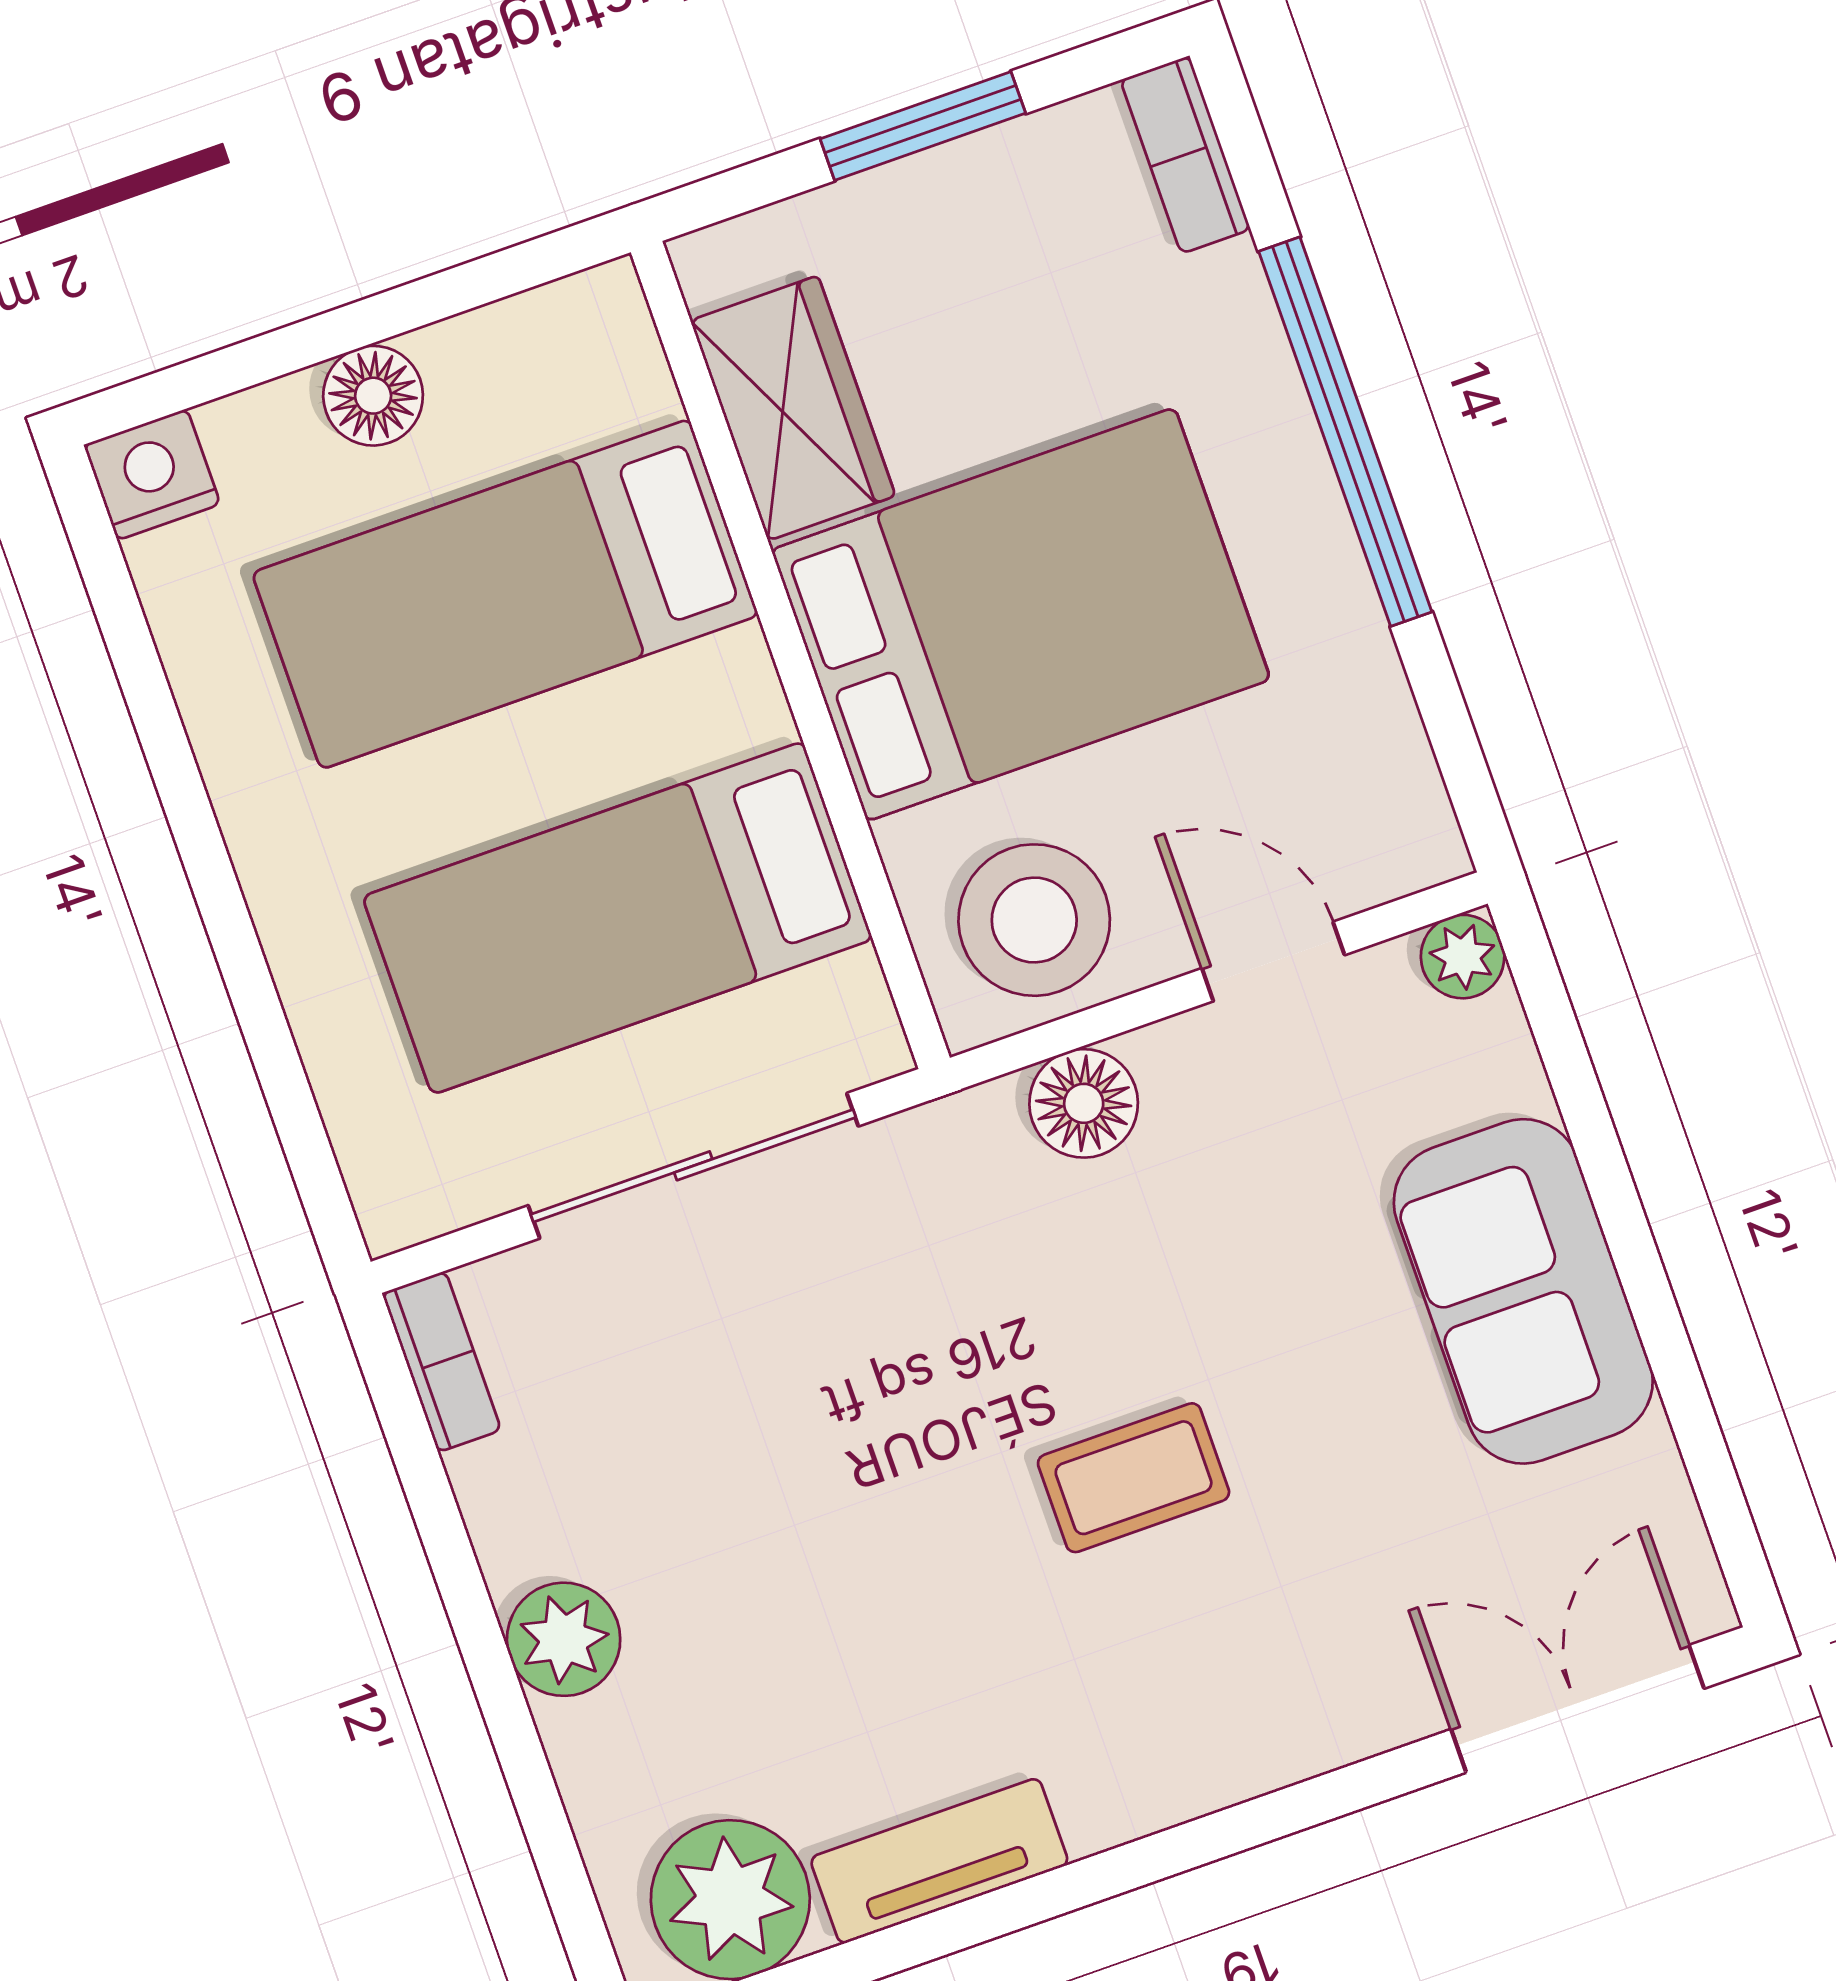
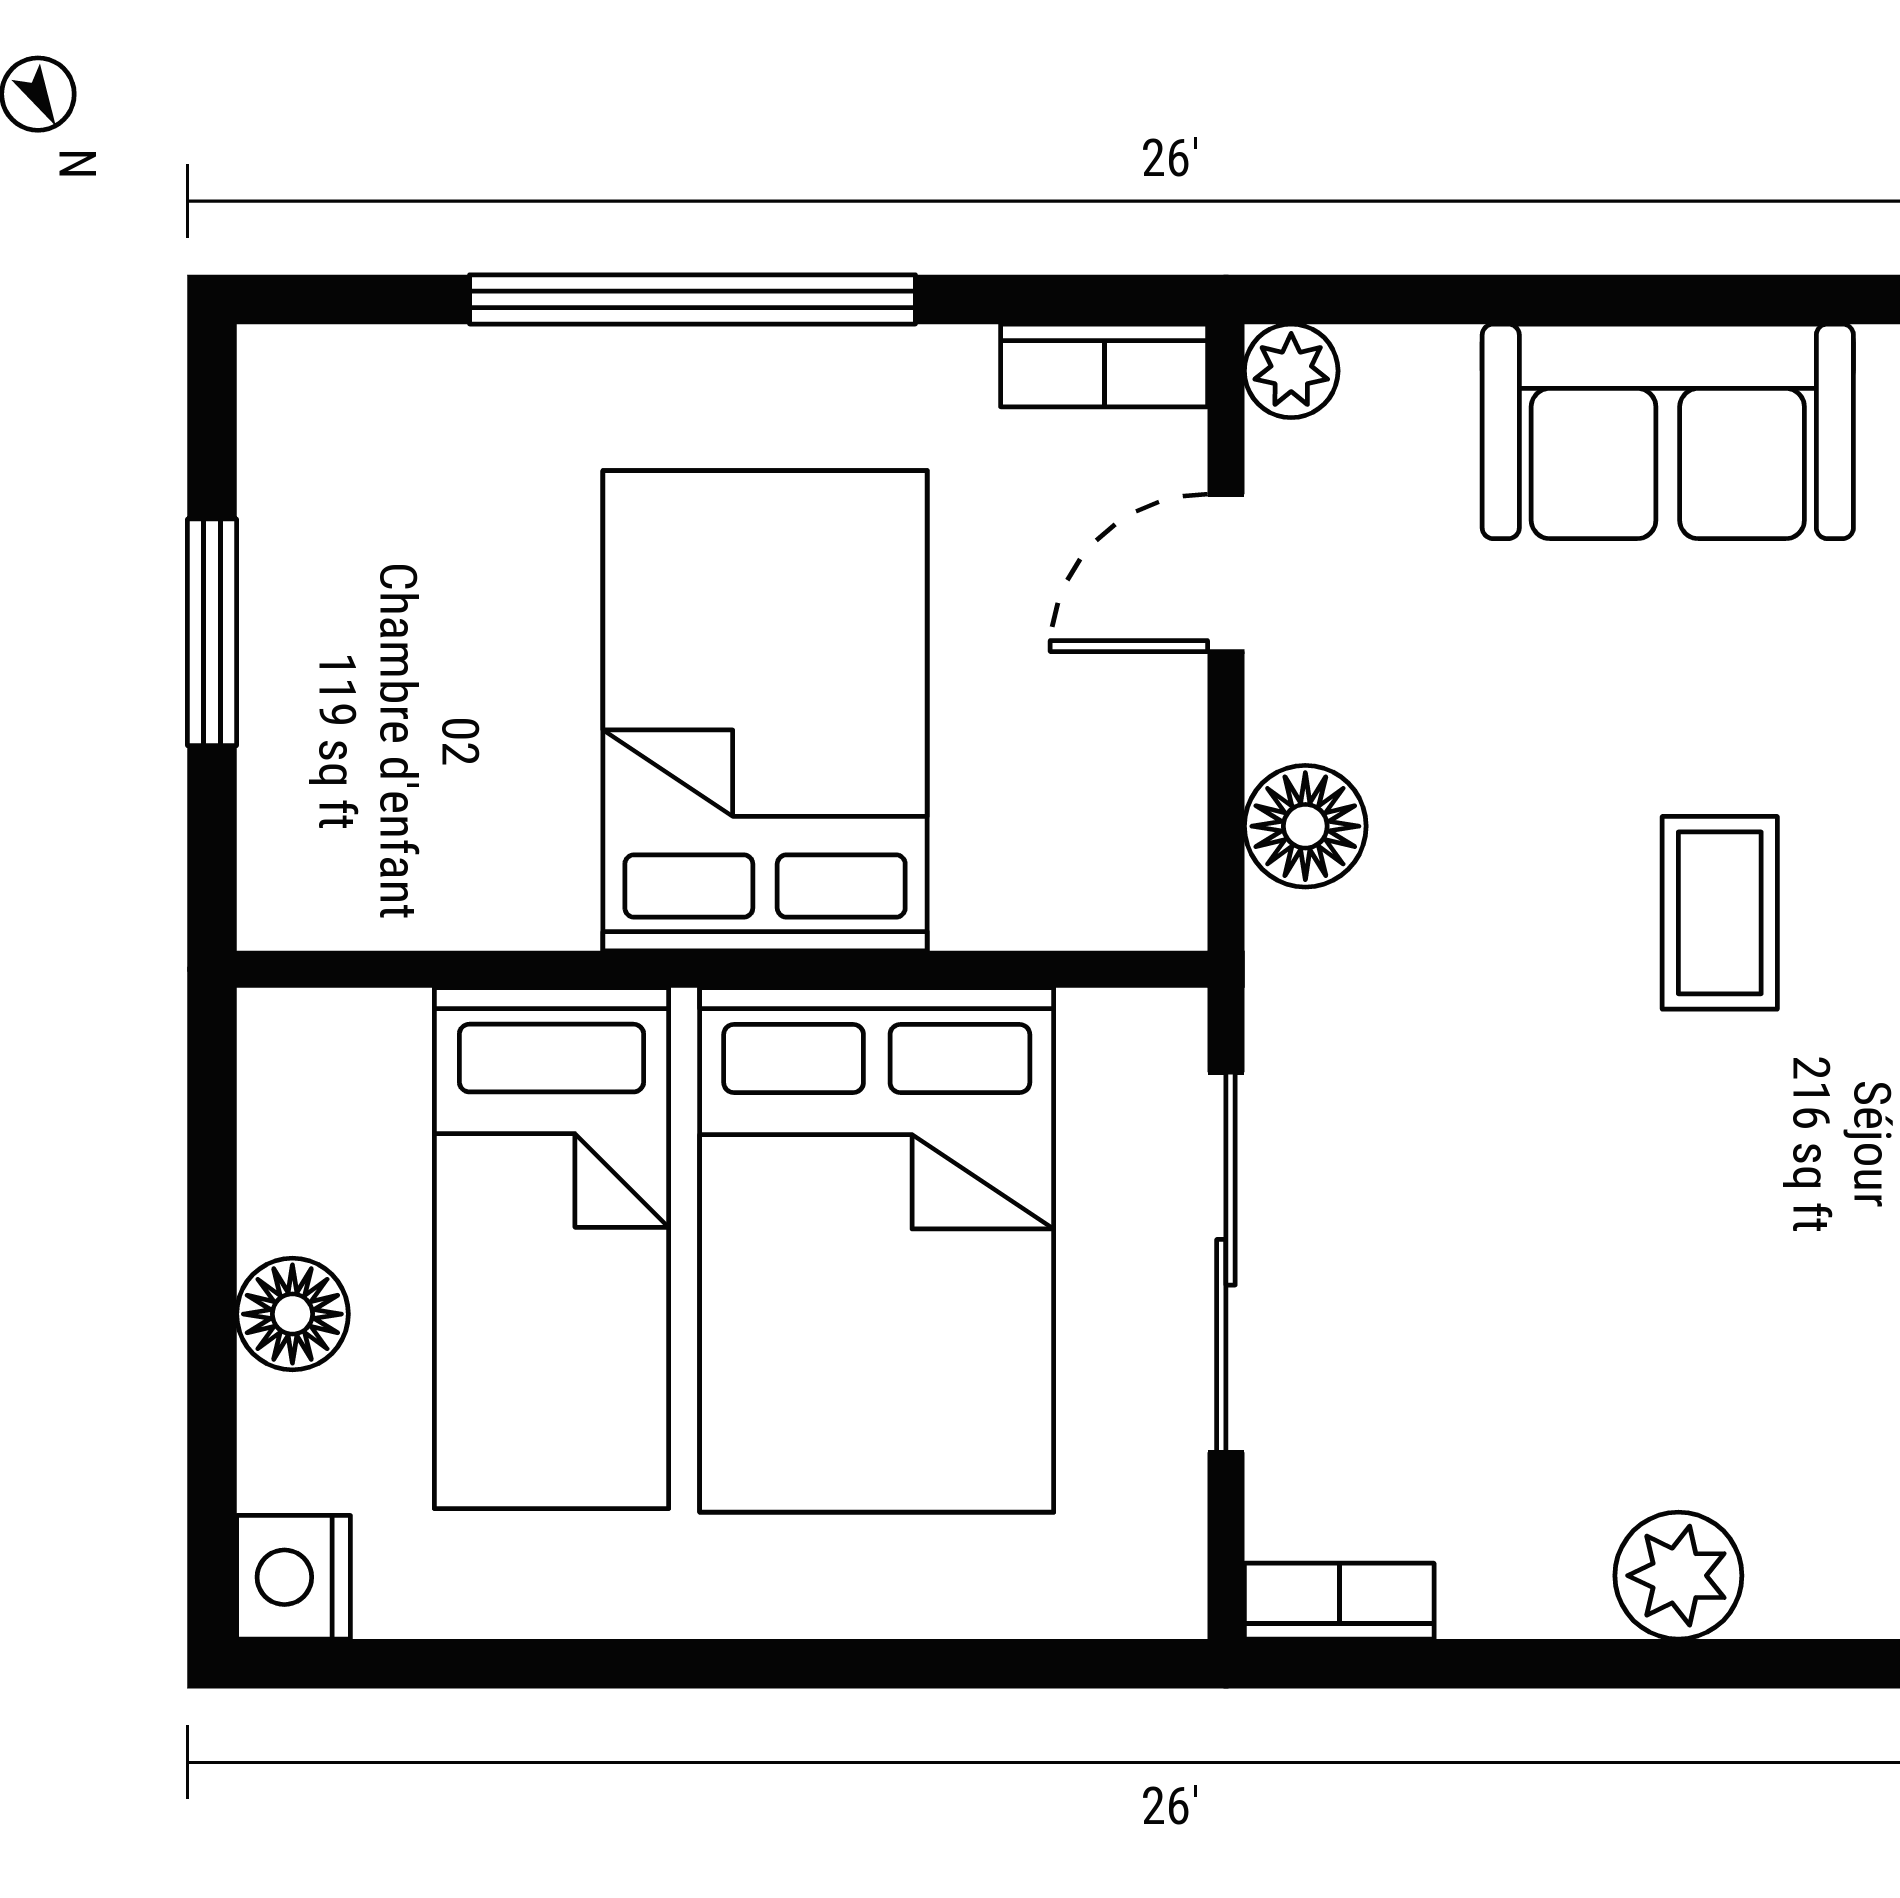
bookcase: (1185, 155) -> (1104, 365), moved
wardrobe: (793, 408) -> (462, 875), removed
bed: (618, 918) -> (877, 1250), width x1.50
stool: (1034, 920) -> (1093, 810), removed

